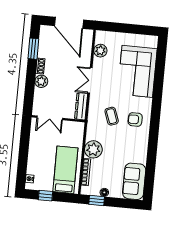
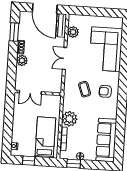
dresser: (81, 106) -> (61, 25), moved
sofa: (134, 181) -> (106, 140), width x1.36

